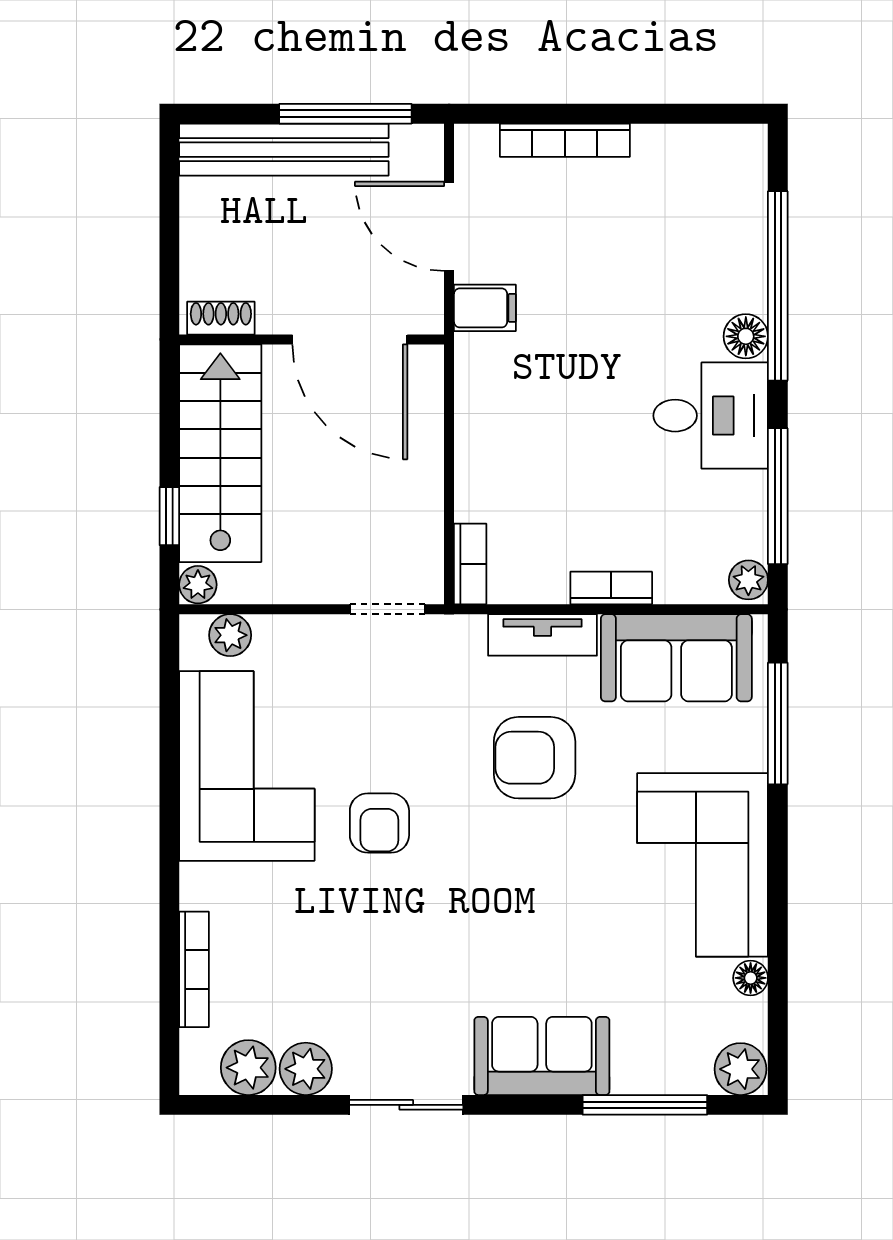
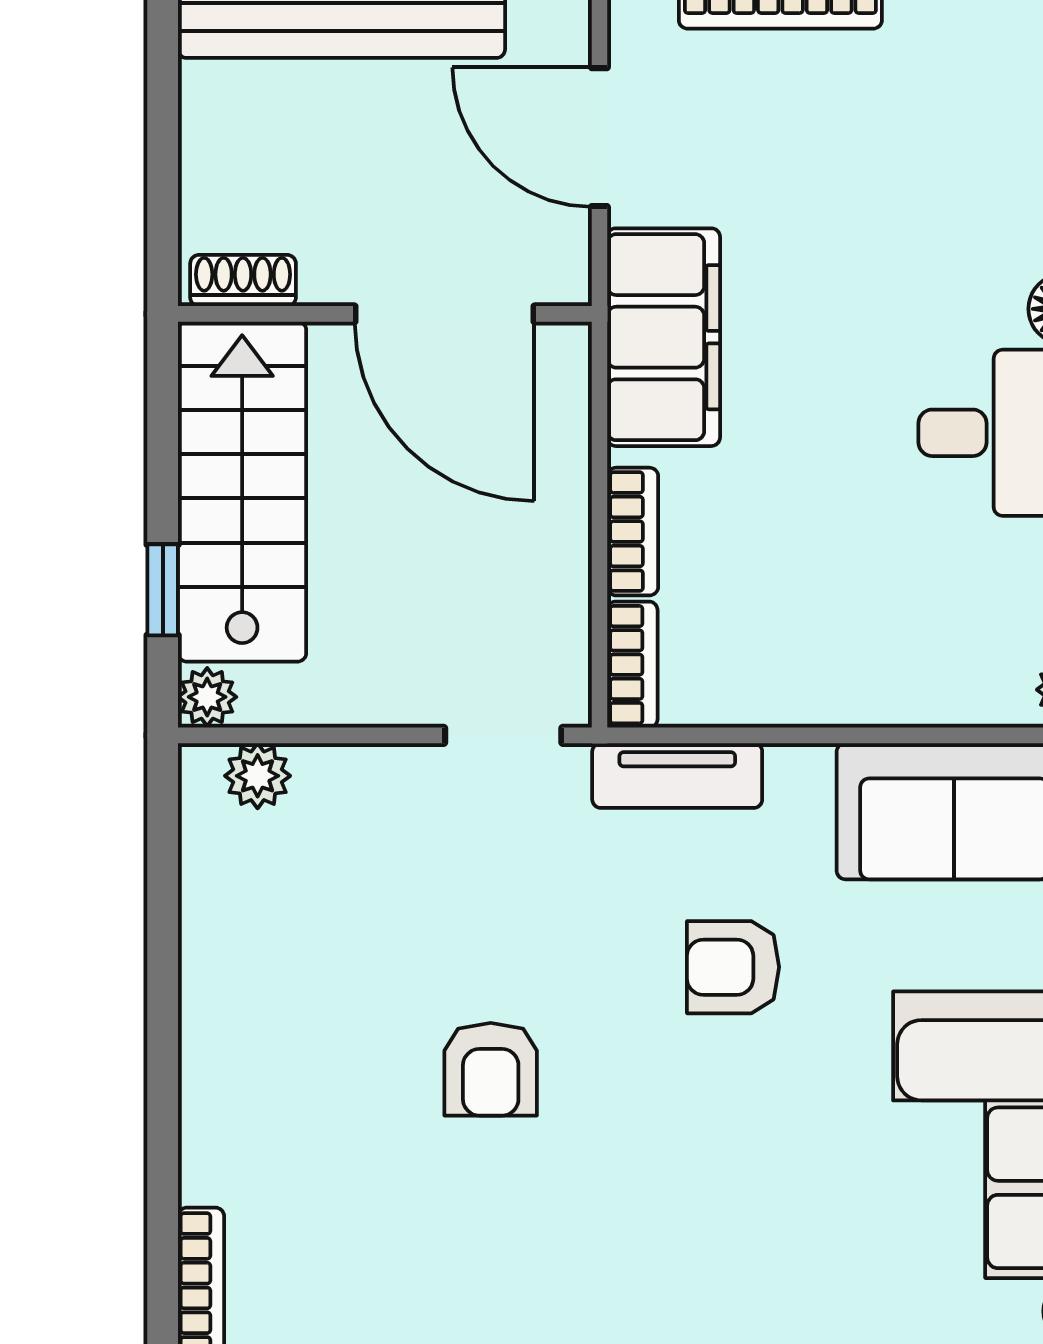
filing cabinet: (485, 308) -> (664, 337), width x3.00, depth x1.17
bookcase: (611, 588) -> (633, 532), moved, turned 90
tv unit: (543, 635) -> (677, 776), moved
armchair: (535, 758) -> (733, 967), width x0.72, depth x0.72
corner sofa: (247, 766) -> (284, 980), removed

